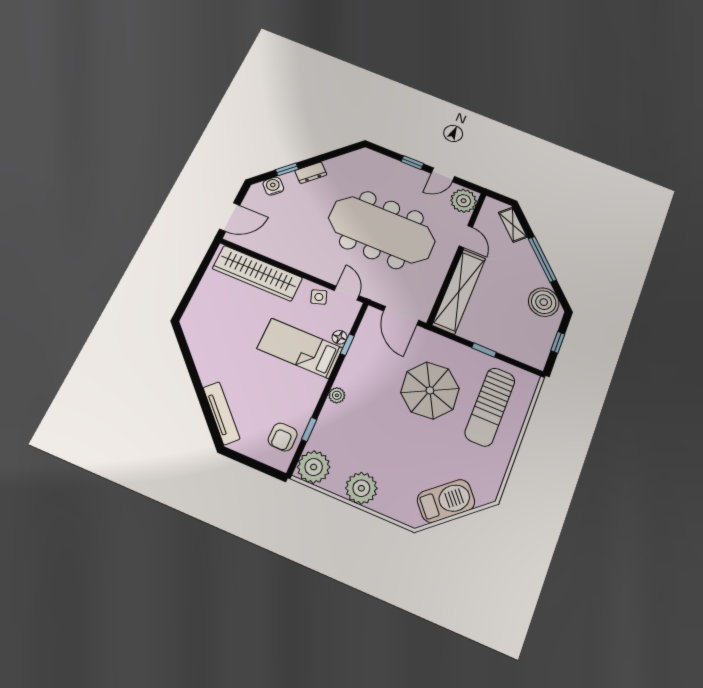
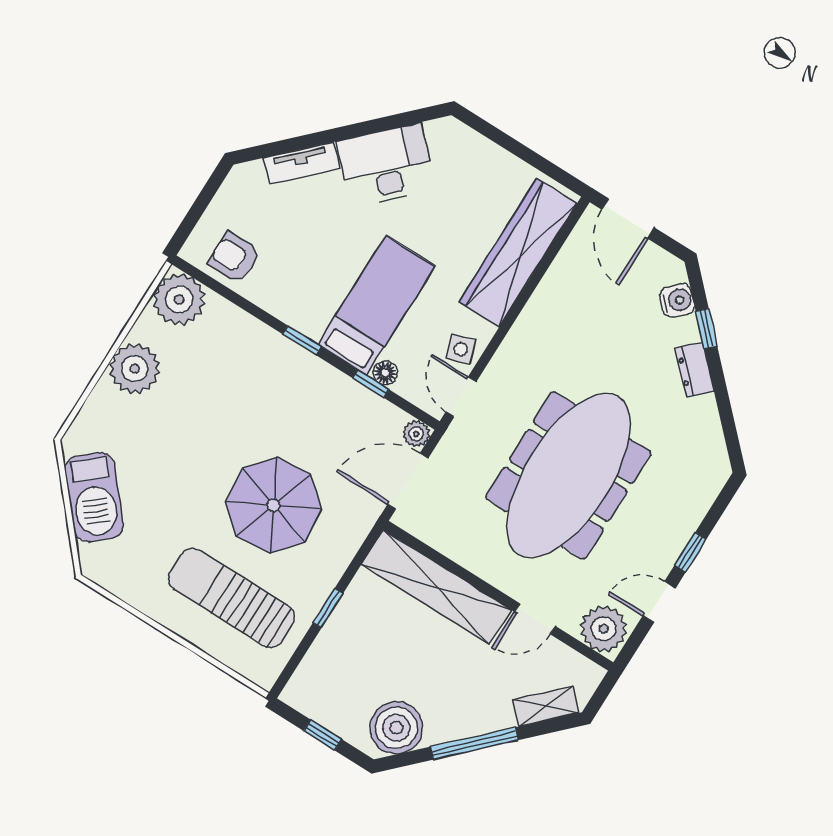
door: (443, 175) -> (659, 602), hinge flipped
door: (347, 293) -> (461, 397), swing flipped
desk: (214, 355) -> (386, 165), added
plant: (337, 395) -> (416, 434), moved
tv unit: (221, 413) -> (301, 163), width x0.71
window: (309, 429) -> (302, 340), moved

